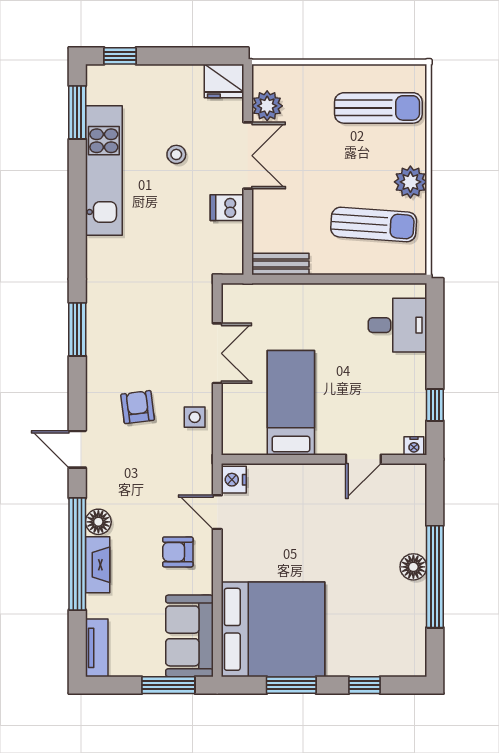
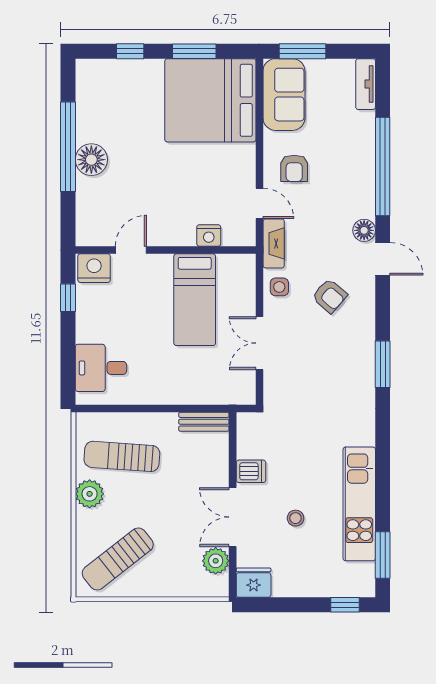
sun lounger: (378, 108) -> (118, 559), turned -38
armchair: (138, 407) -> (330, 296), turned -42
nightstand: (414, 446) -> (94, 268), width x1.89, depth x1.79
nightstand: (234, 480) -> (209, 235), moved, turned 90
floor lamp: (98, 522) -> (364, 230), moved
armchair: (178, 552) -> (294, 168), turned 90
fireplace: (98, 565) -> (274, 243), moved, turned 180
floor lamp: (413, 567) -> (91, 160), width x1.38, depth x1.38

